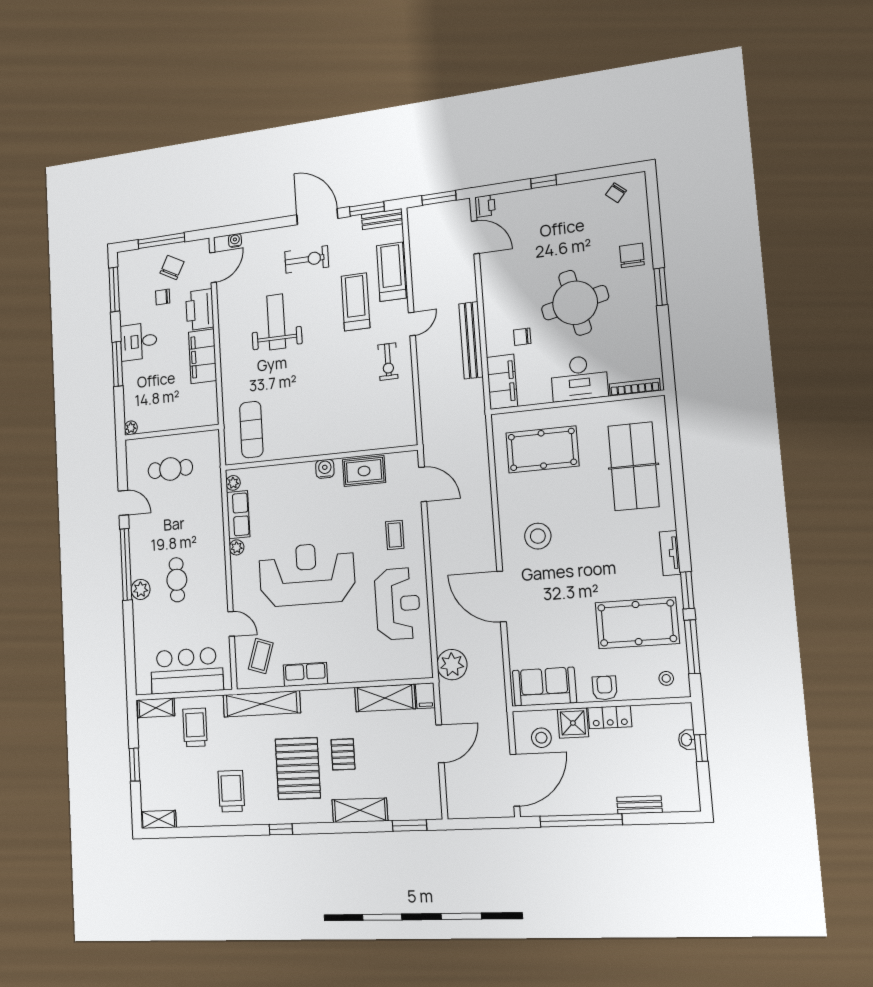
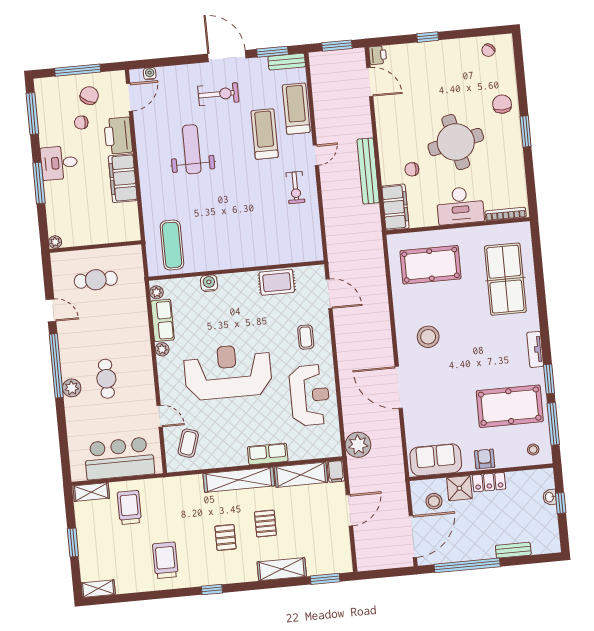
water cooler: (325, 469) -> (209, 283), moved
row of seats: (305, 674) -> (268, 454), moved
shelving: (262, 704) -> (239, 480), moved
pallet: (298, 768) -> (225, 538), width x0.49, depth x0.50

